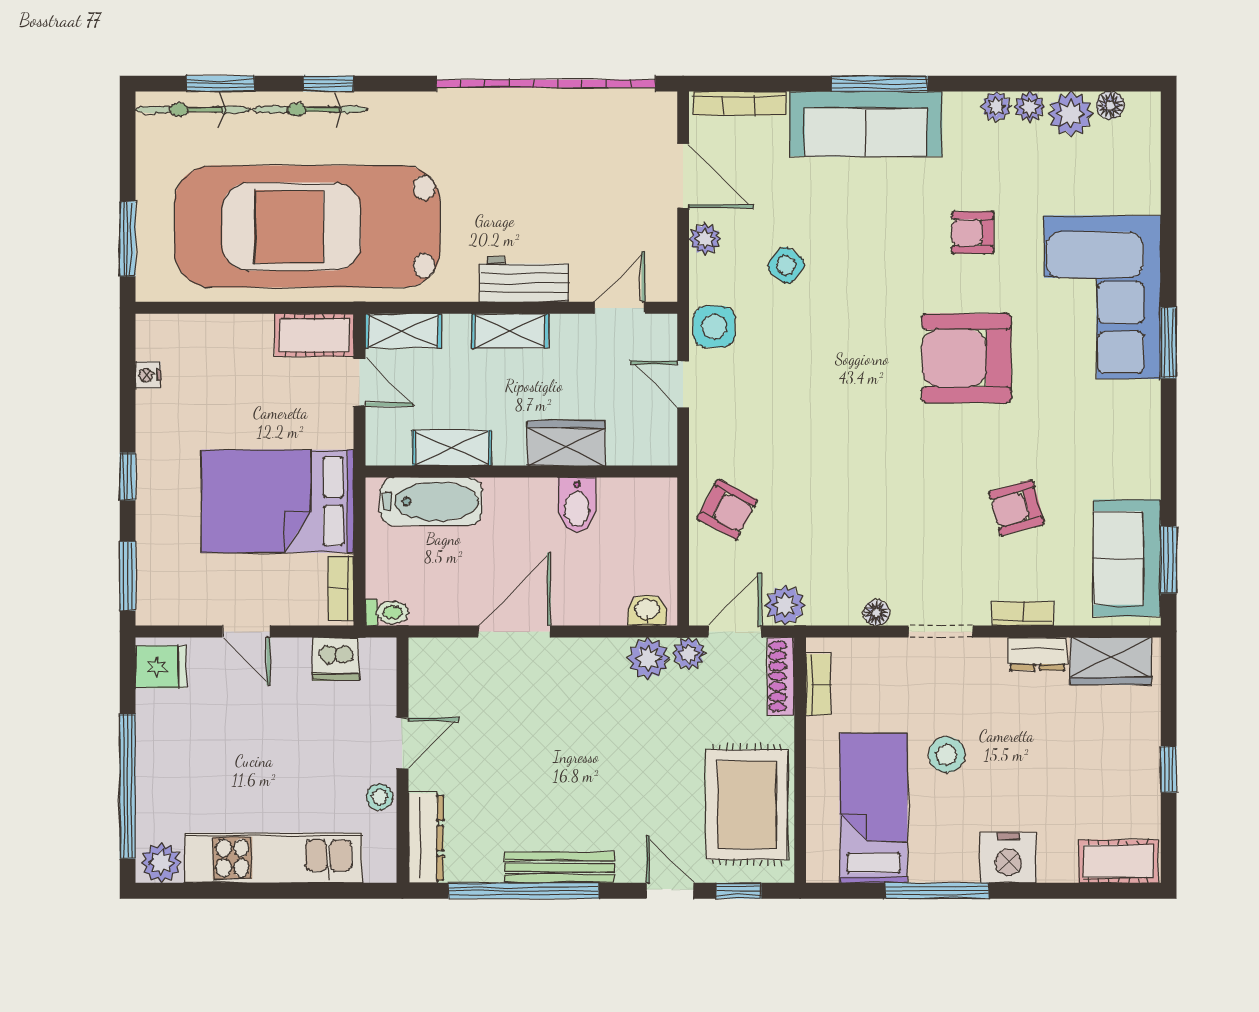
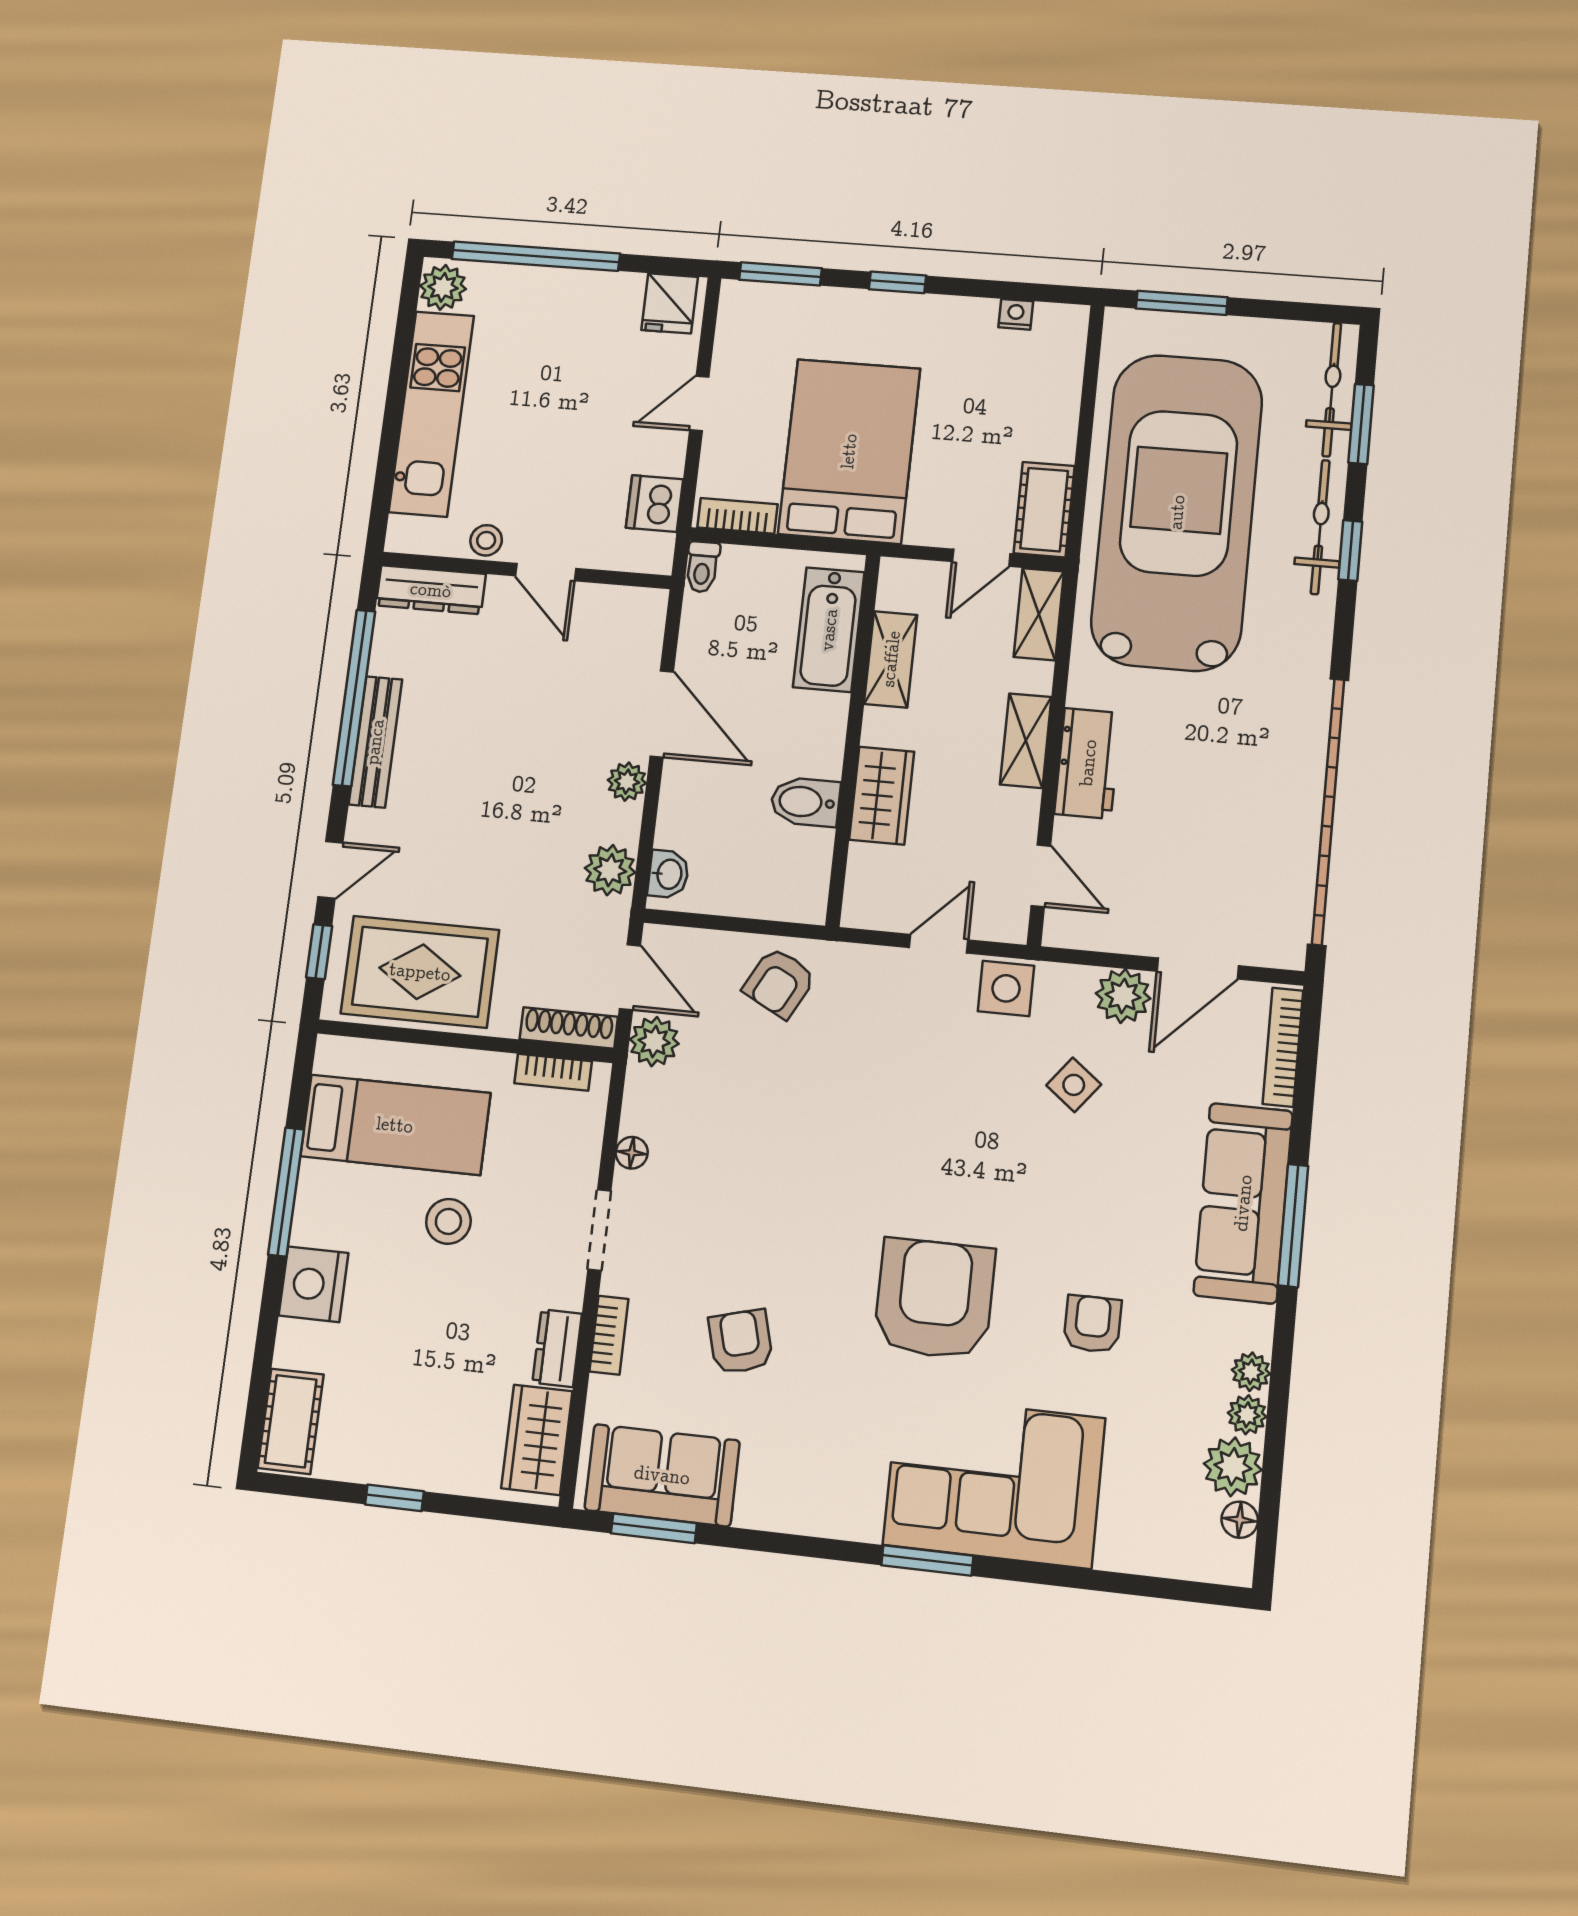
plant: (705, 239) -> (1123, 996), width x1.38, depth x1.38
plant: (689, 653) -> (627, 782), moved

